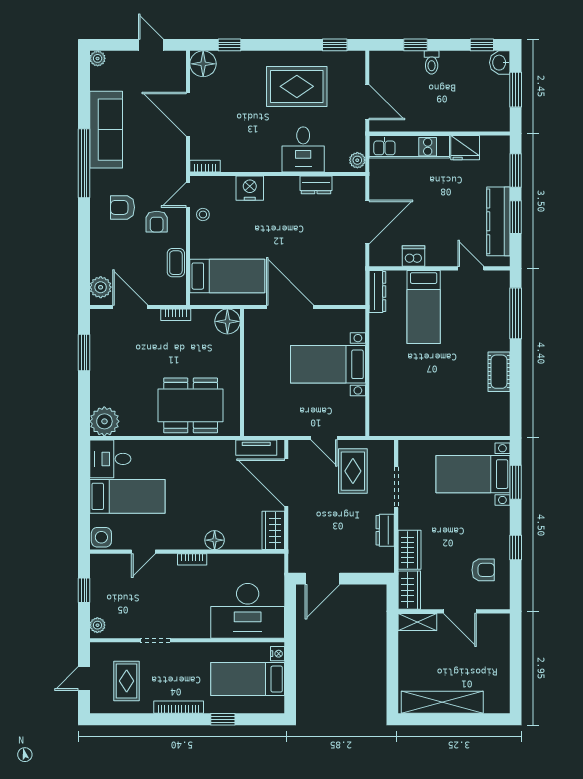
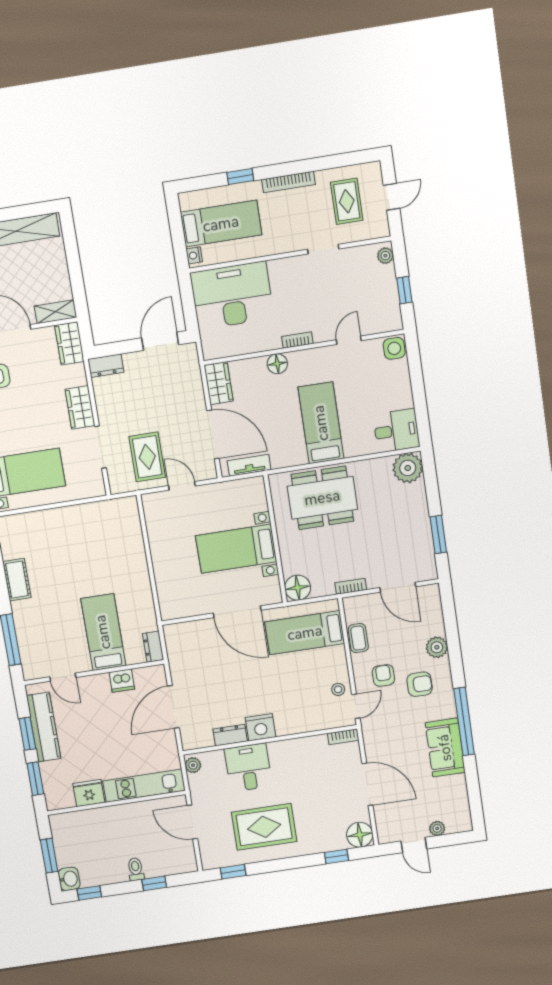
plant: (98, 58) -> (437, 828), moved
sofa: (106, 130) -> (445, 748), width x0.73
nightstand: (250, 188) -> (261, 727), moved
plant: (101, 287) -> (437, 647), moved
dresser: (377, 291) -> (153, 647), width x0.70
bed with nightstands: (328, 364) -> (236, 549), moved, turned 180
bed: (127, 496) -> (321, 423), moved, turned 90
dresser: (385, 530) -> (106, 366), moved, turned 90
wardrobe: (409, 550) -> (80, 407), moved

